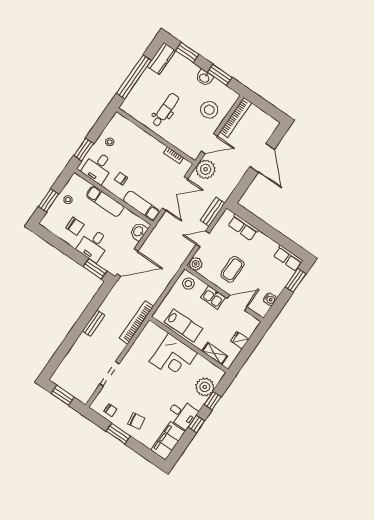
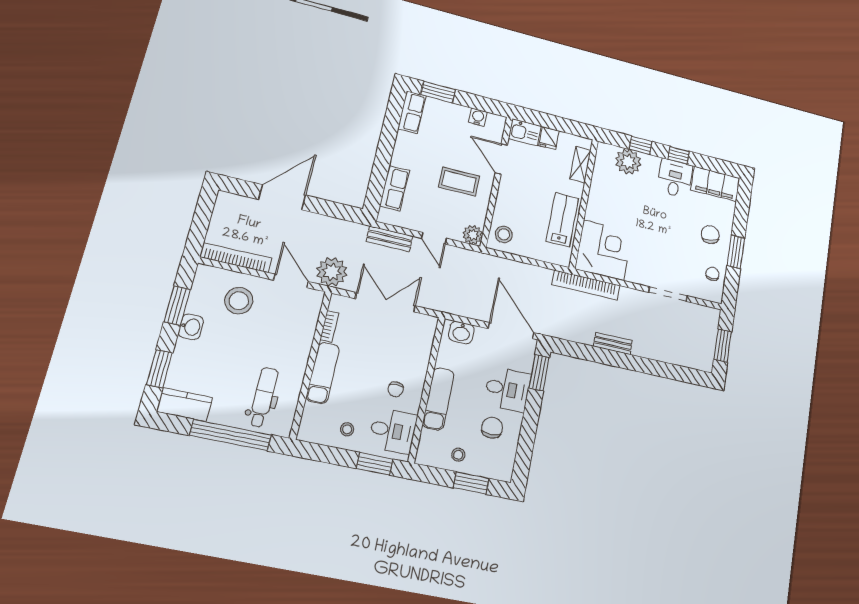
dental chair: (165, 110) -> (263, 397), moved, turned 90
exam couch: (141, 206) -> (323, 373), moved, turned 180
kitchen sink: (213, 297) -> (525, 132), moved, turned 90
corner desk: (173, 357) -> (604, 250), moved

